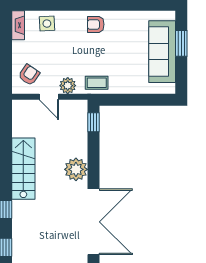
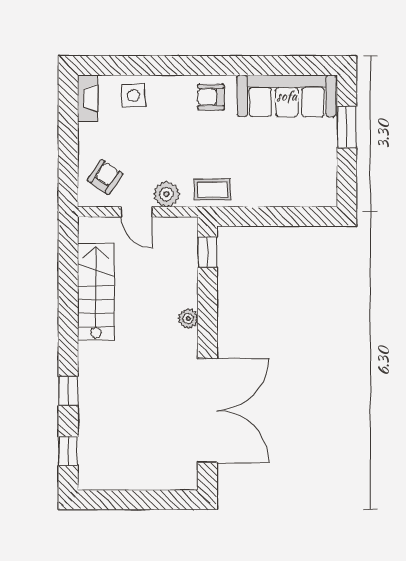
sofa: (162, 52) -> (287, 96), moved, turned -90
stairs: (23, 169) -> (96, 292), moved
plant: (76, 169) -> (188, 319), width x0.53, depth x0.53

